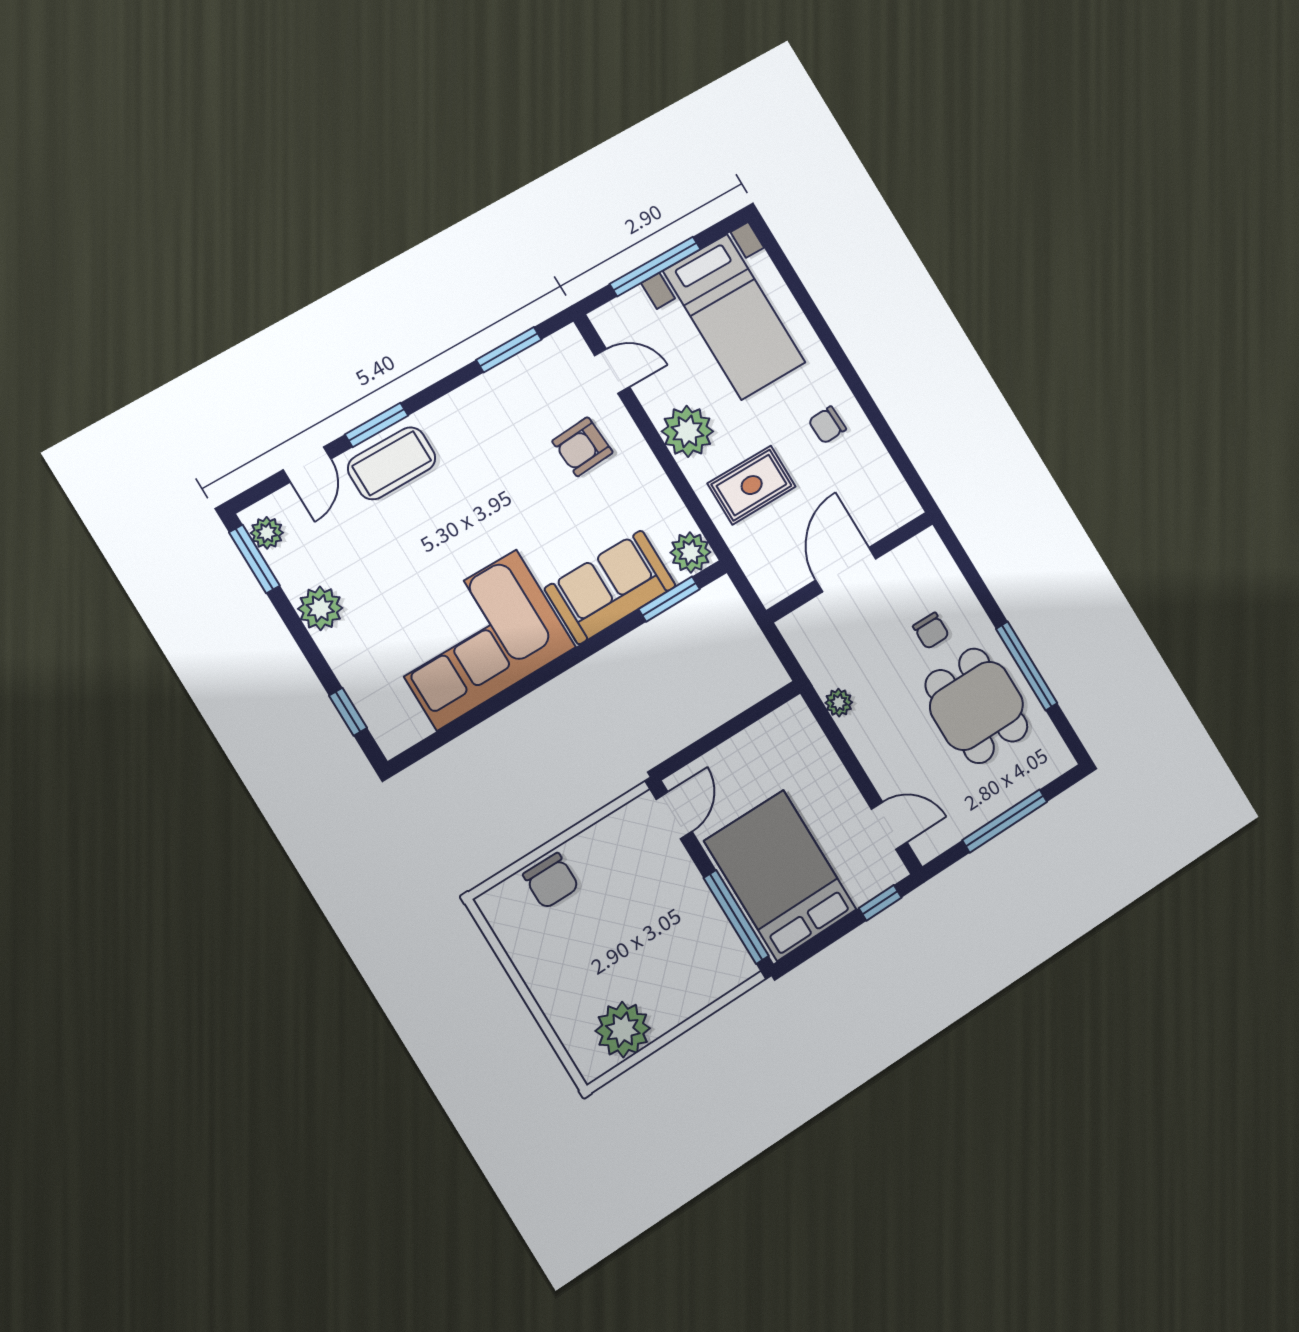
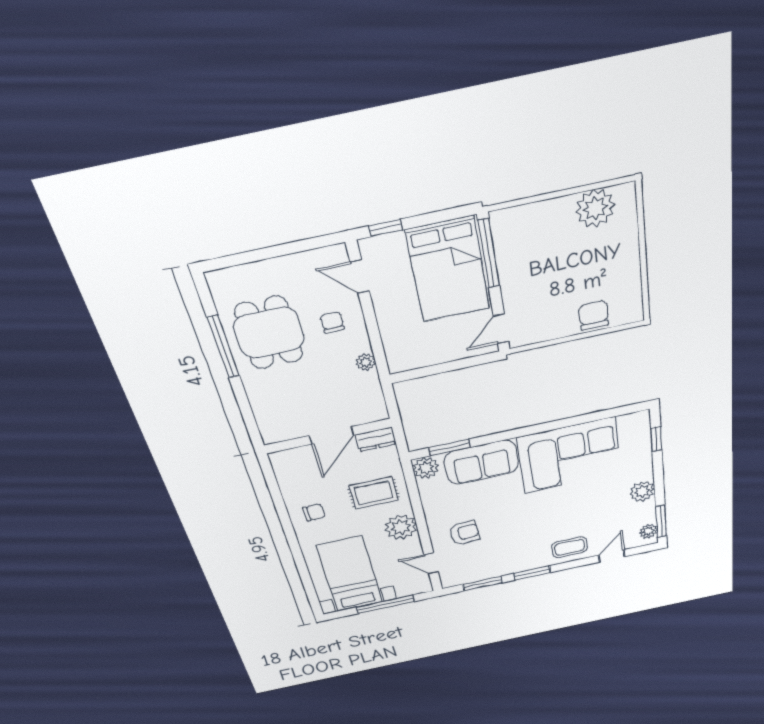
window: (377, 425) -> (532, 573), moved
coffee table: (392, 463) -> (570, 547), width x0.73, depth x0.77
dresser: (782, 581) -> (376, 439), added
chair: (931, 631) -> (332, 322), moved
window: (1005, 821) -> (272, 252), removed

